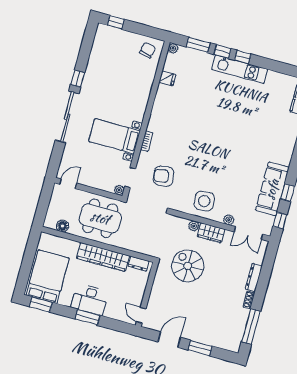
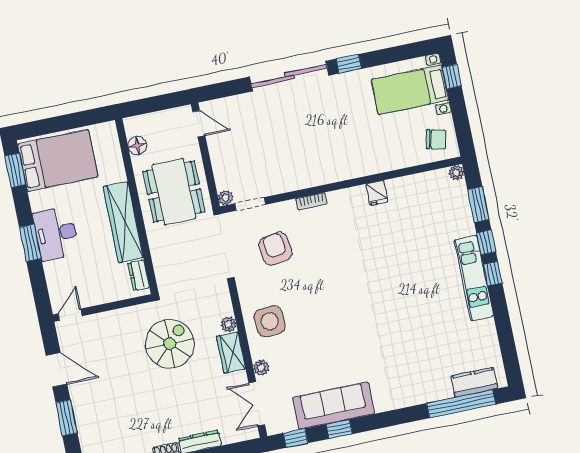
fridge: (167, 78) -> (377, 193), moved
bed with nightstands: (114, 136) -> (410, 90), moved, turned -90

